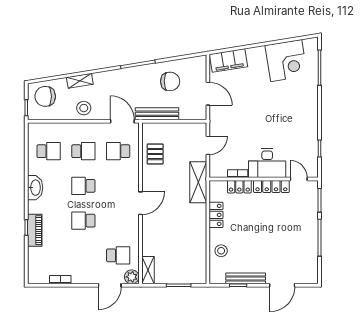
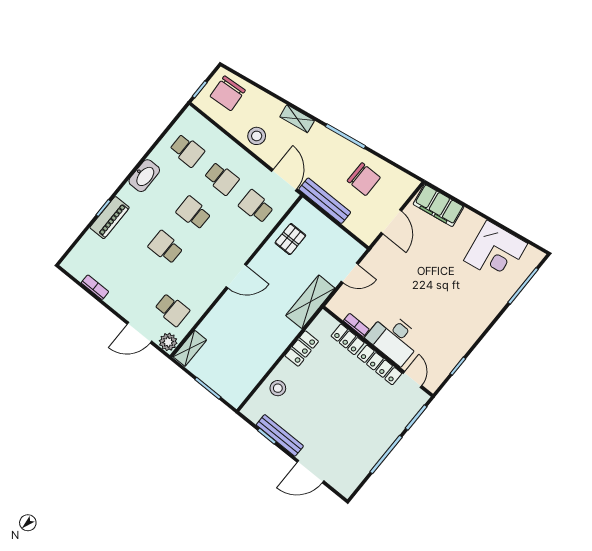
shelving: (80, 81) -> (297, 119), moved
chair: (45, 96) -> (228, 93), turned -94

